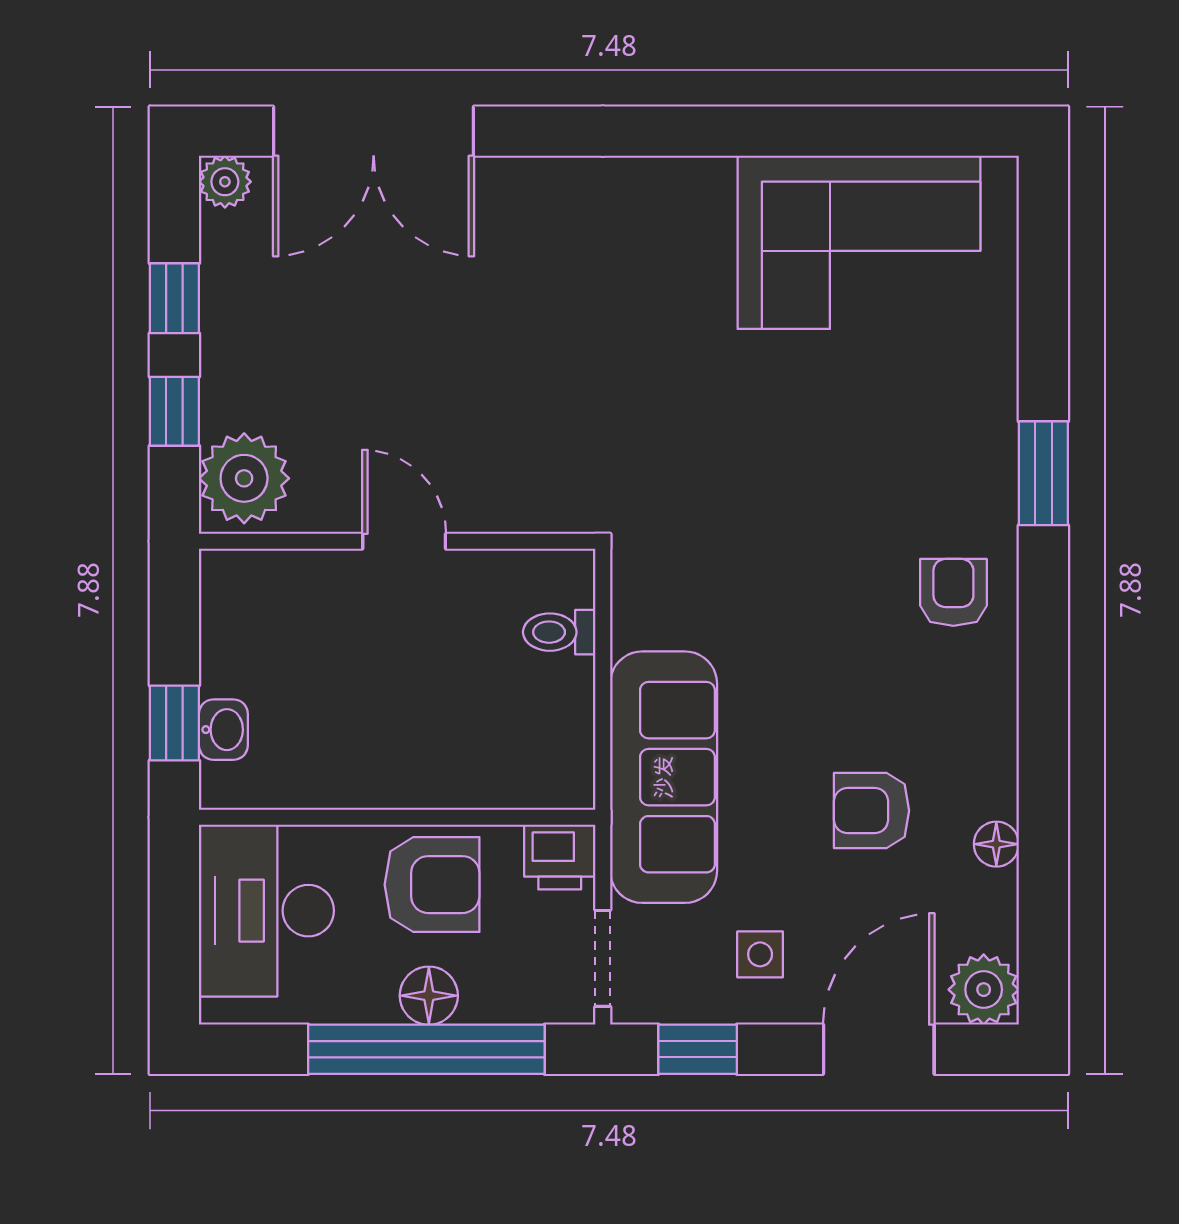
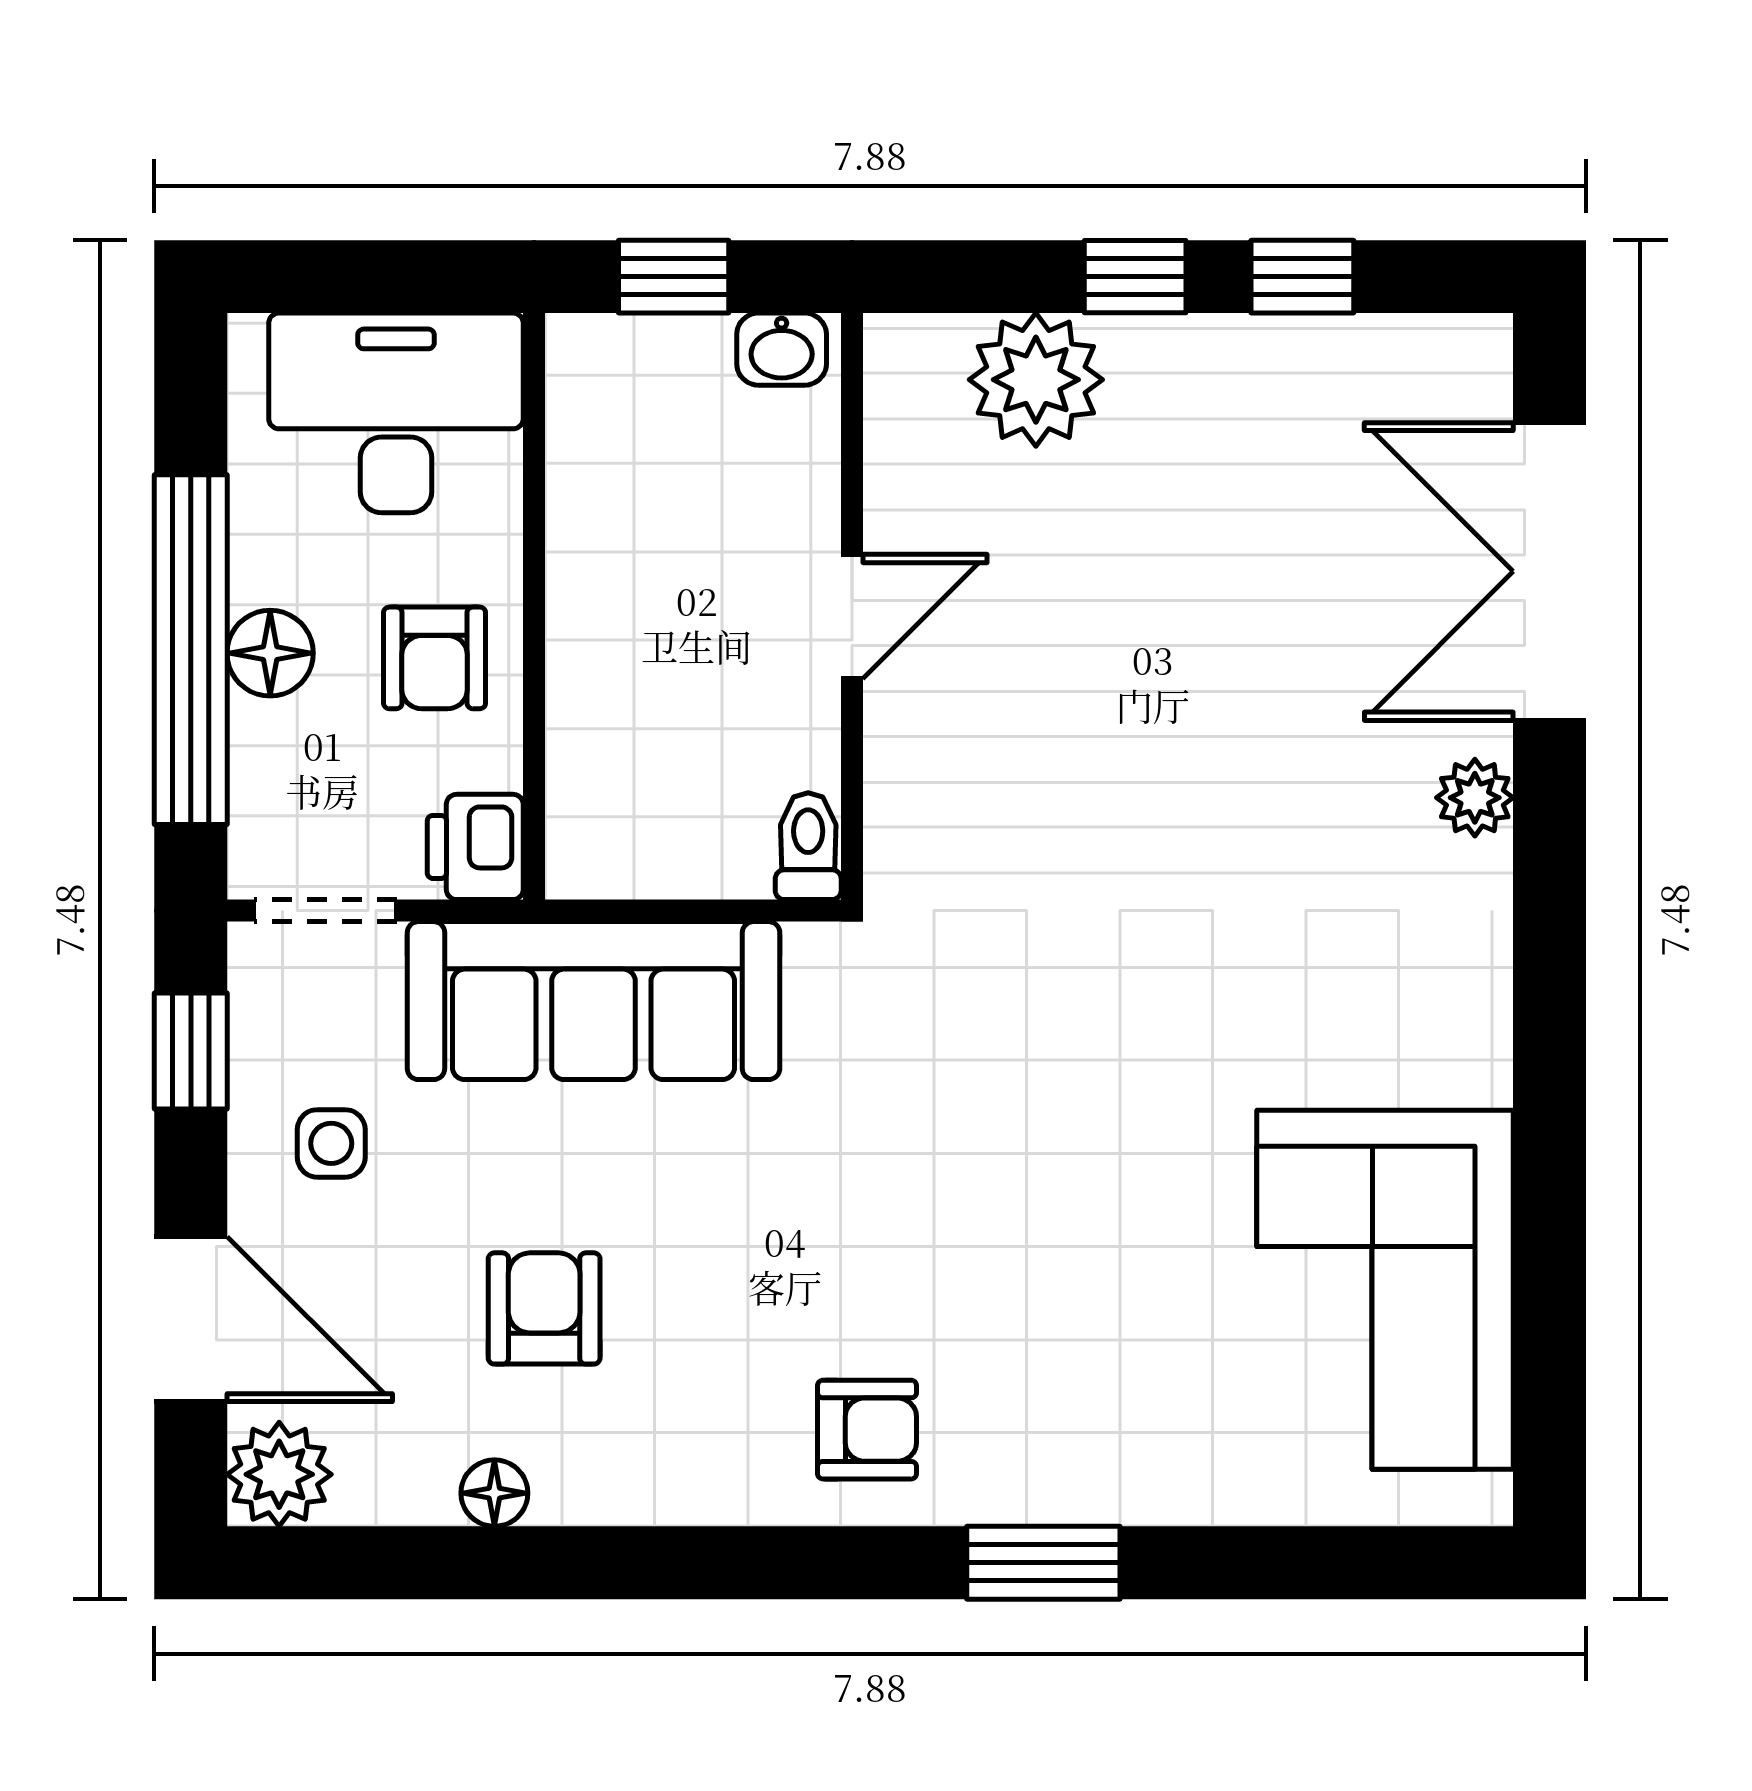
plant: (225, 182) -> (1475, 798), moved
wall: (397, 541) -> (852, 606), moved
door: (404, 541) -> (852, 617), moved
washbasin: (223, 730) -> (782, 349), moved
armchair: (432, 885) -> (435, 658), width x0.72, depth x0.72

